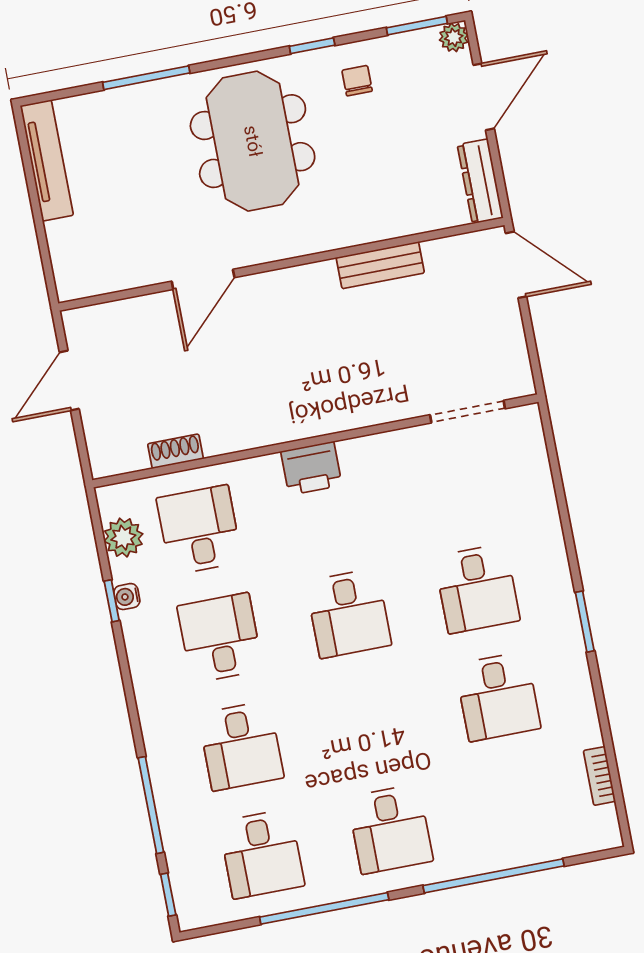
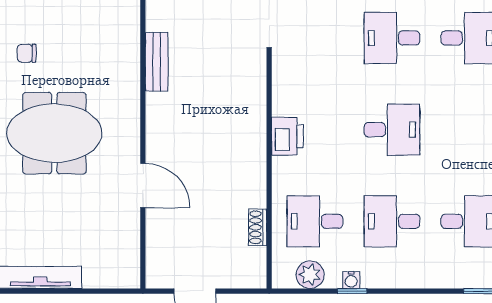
desk: (477, 588) -> (392, 38), turned 180

